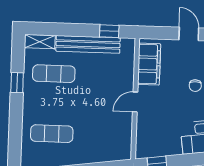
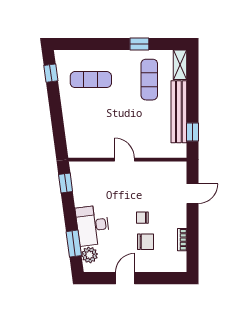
door: (189, 34) -> (193, 194), moved
filing cabinet: (149, 64) -> (162, 172), removed
exercise mat: (52, 134) -> (91, 80), turned 90

